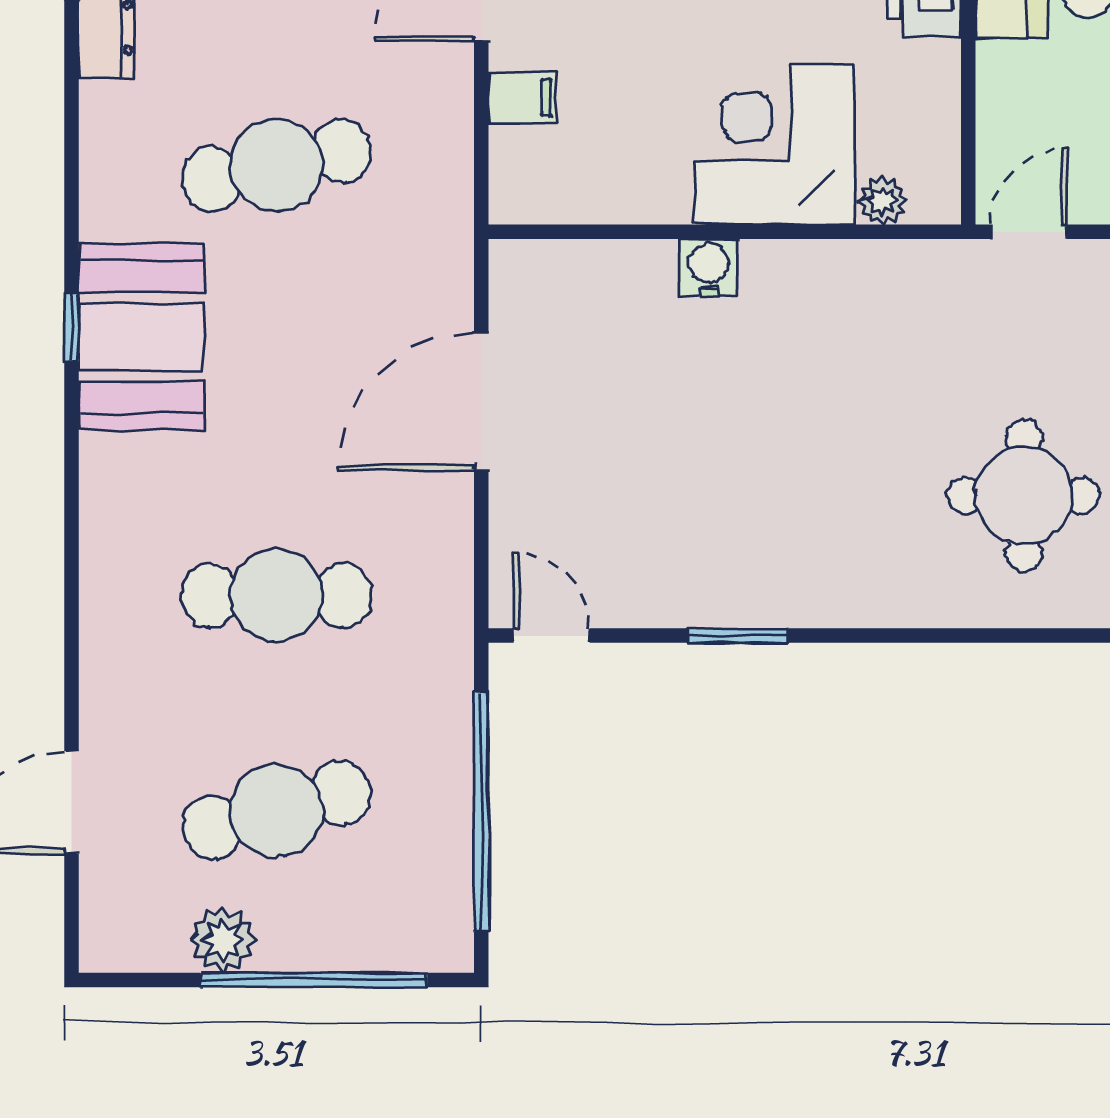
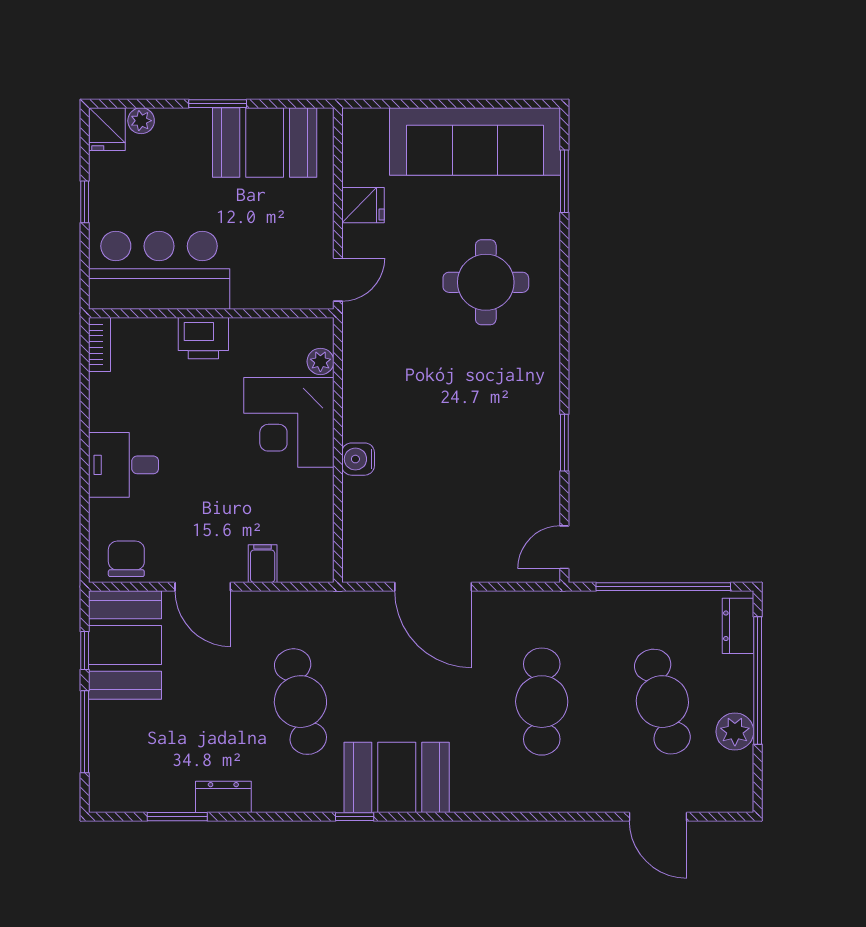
door: (1028, 232) -> (338, 280), swing flipped
window: (72, 327) -> (355, 817), moved
dresser: (411, 945) -> (738, 626), added

